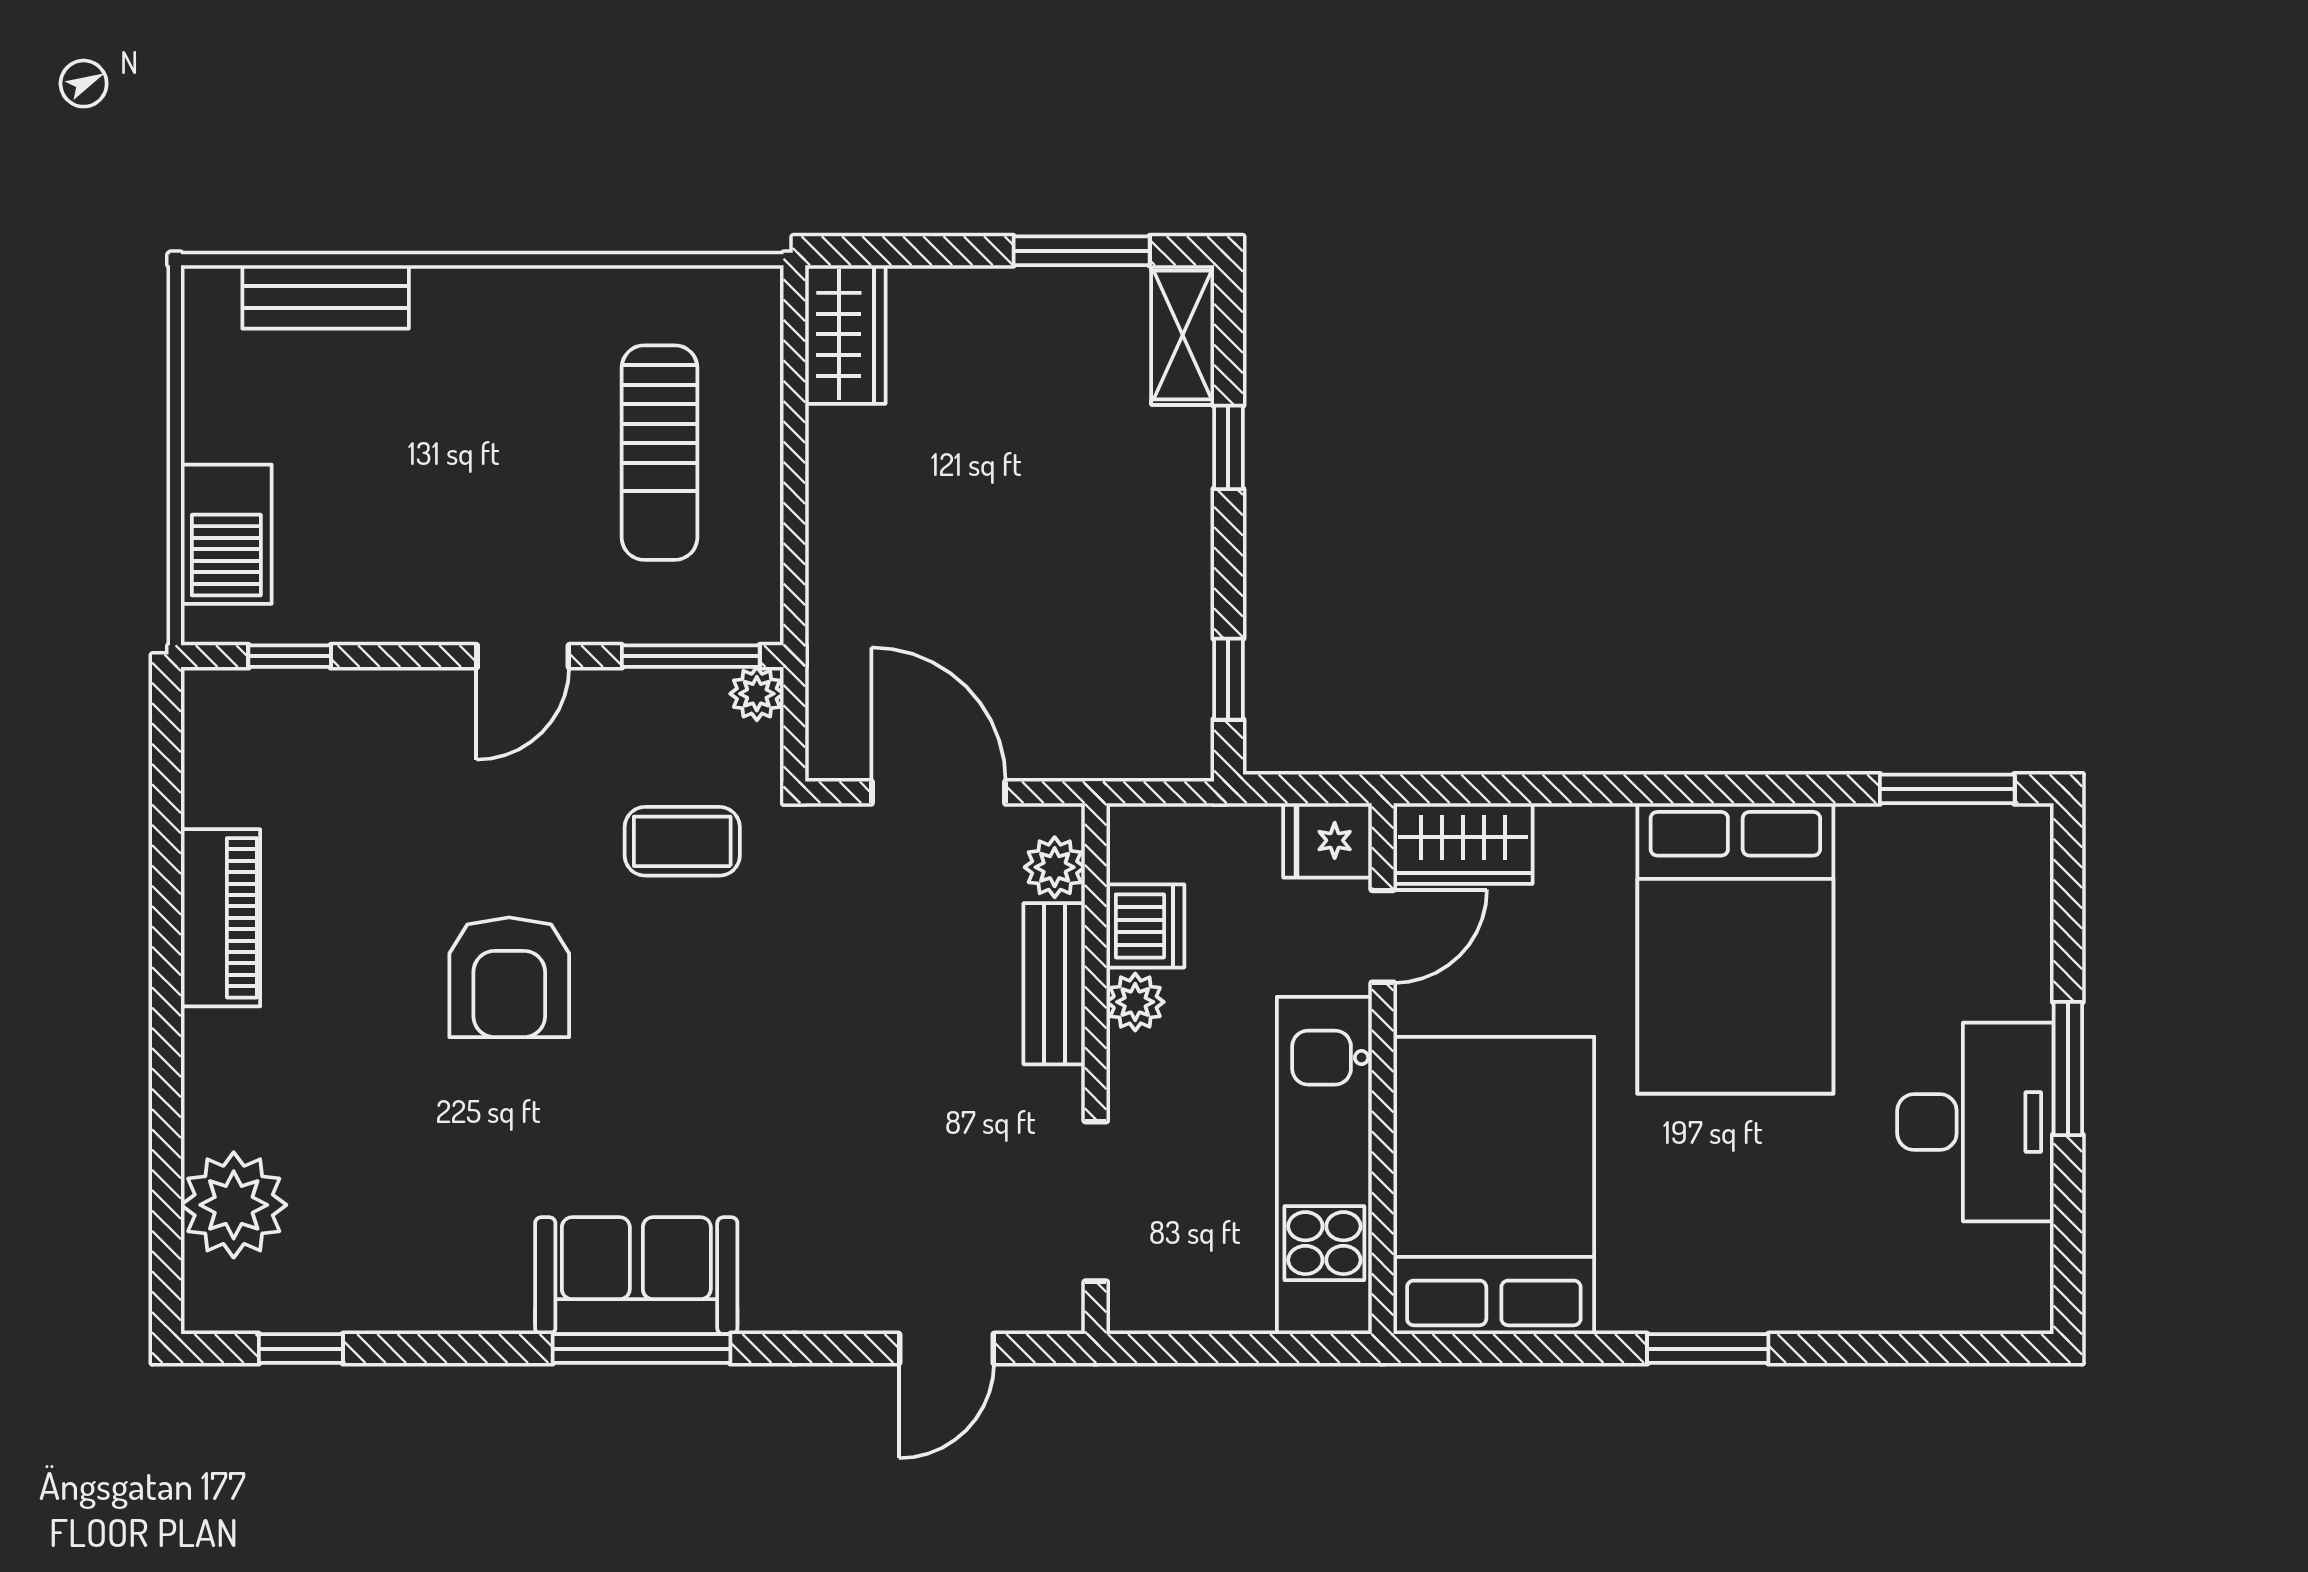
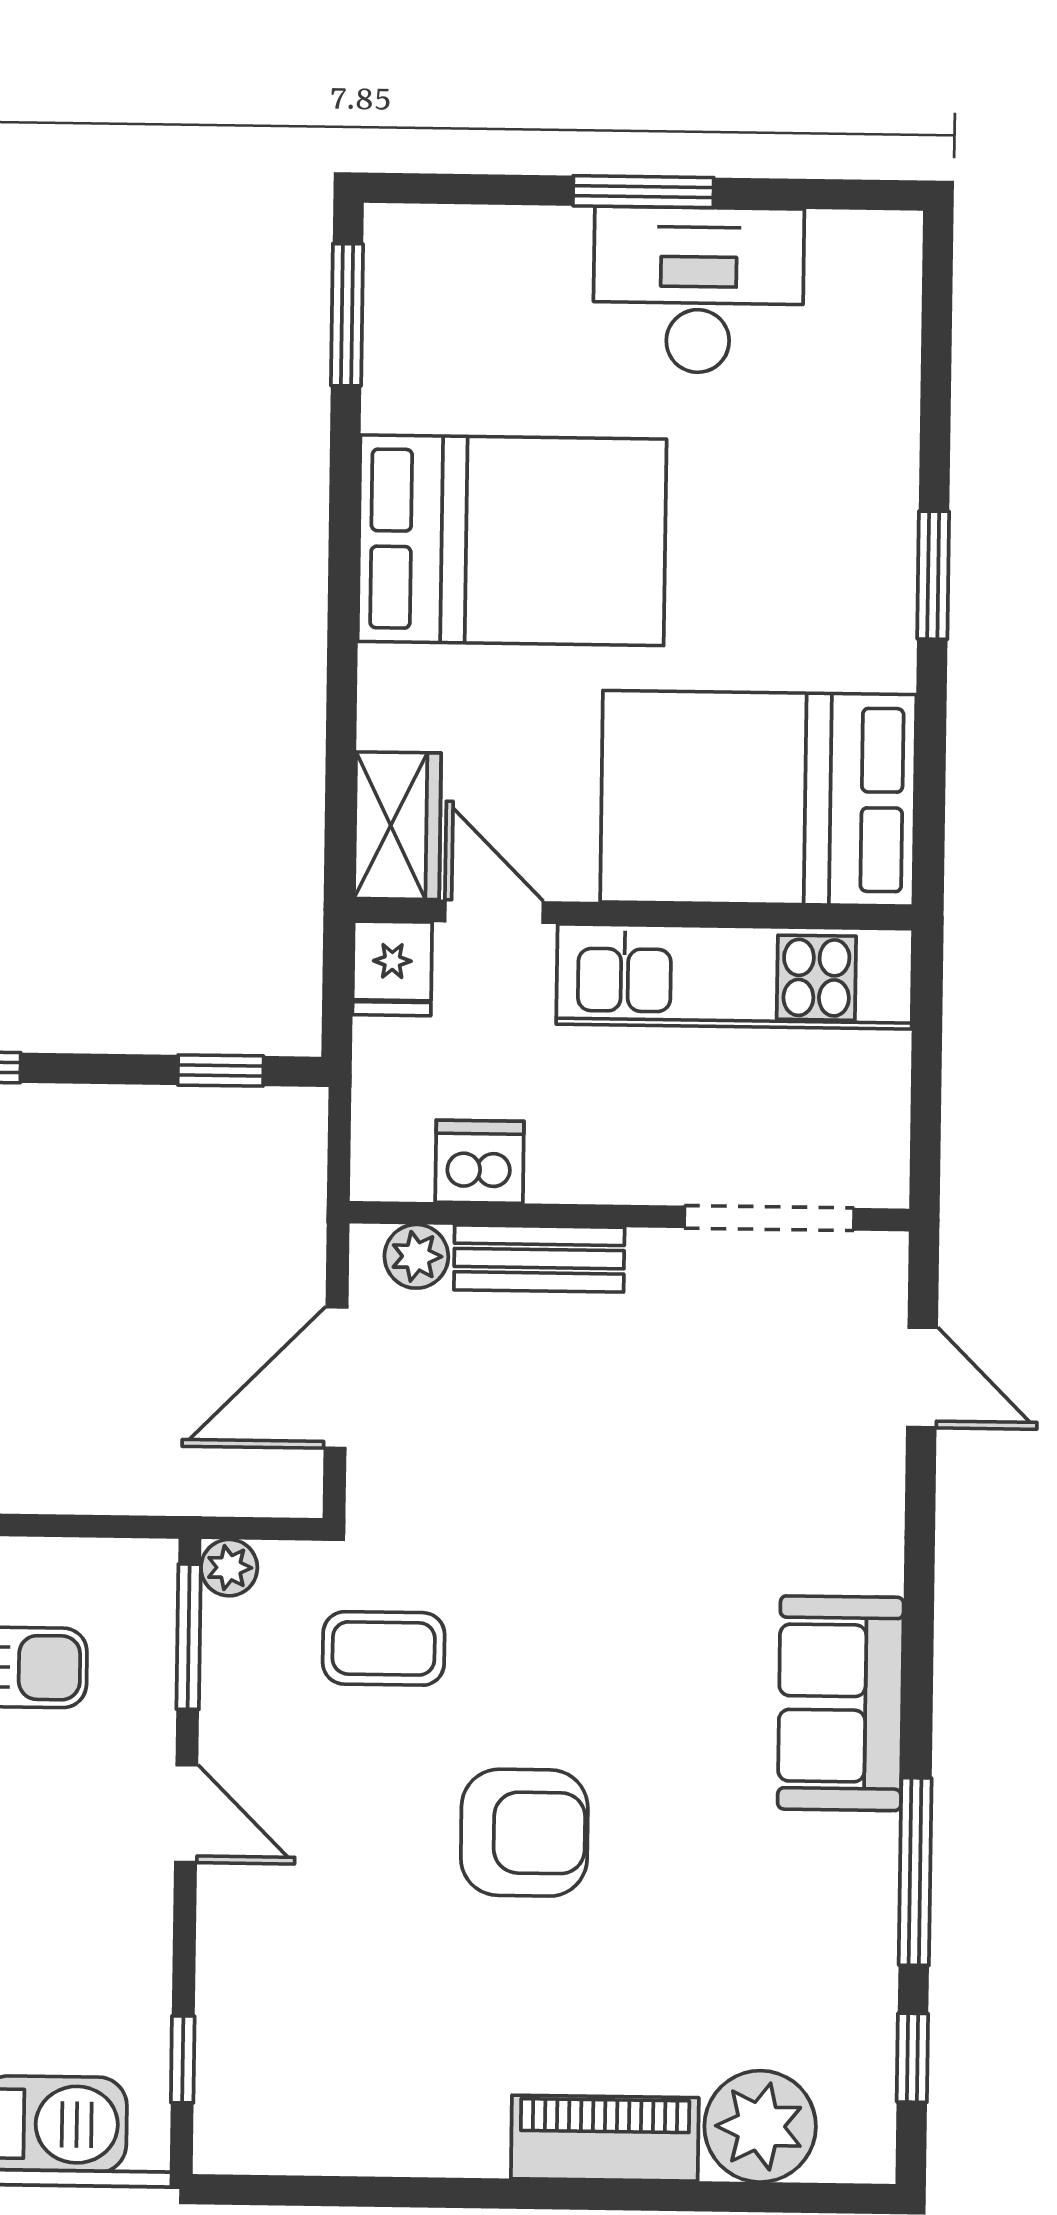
coffee table: (682, 841) -> (384, 1648), turned 90
piano: (220, 918) -> (605, 2138), moved
plant: (1135, 1002) -> (560, 1173), removed
window: (641, 1349) -> (915, 1872), moved

